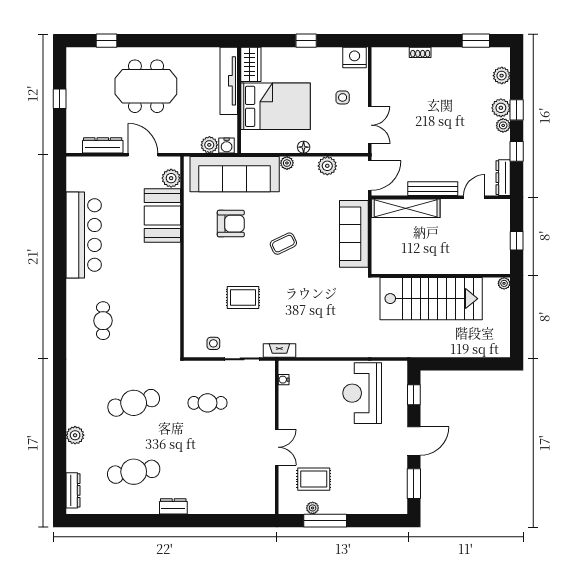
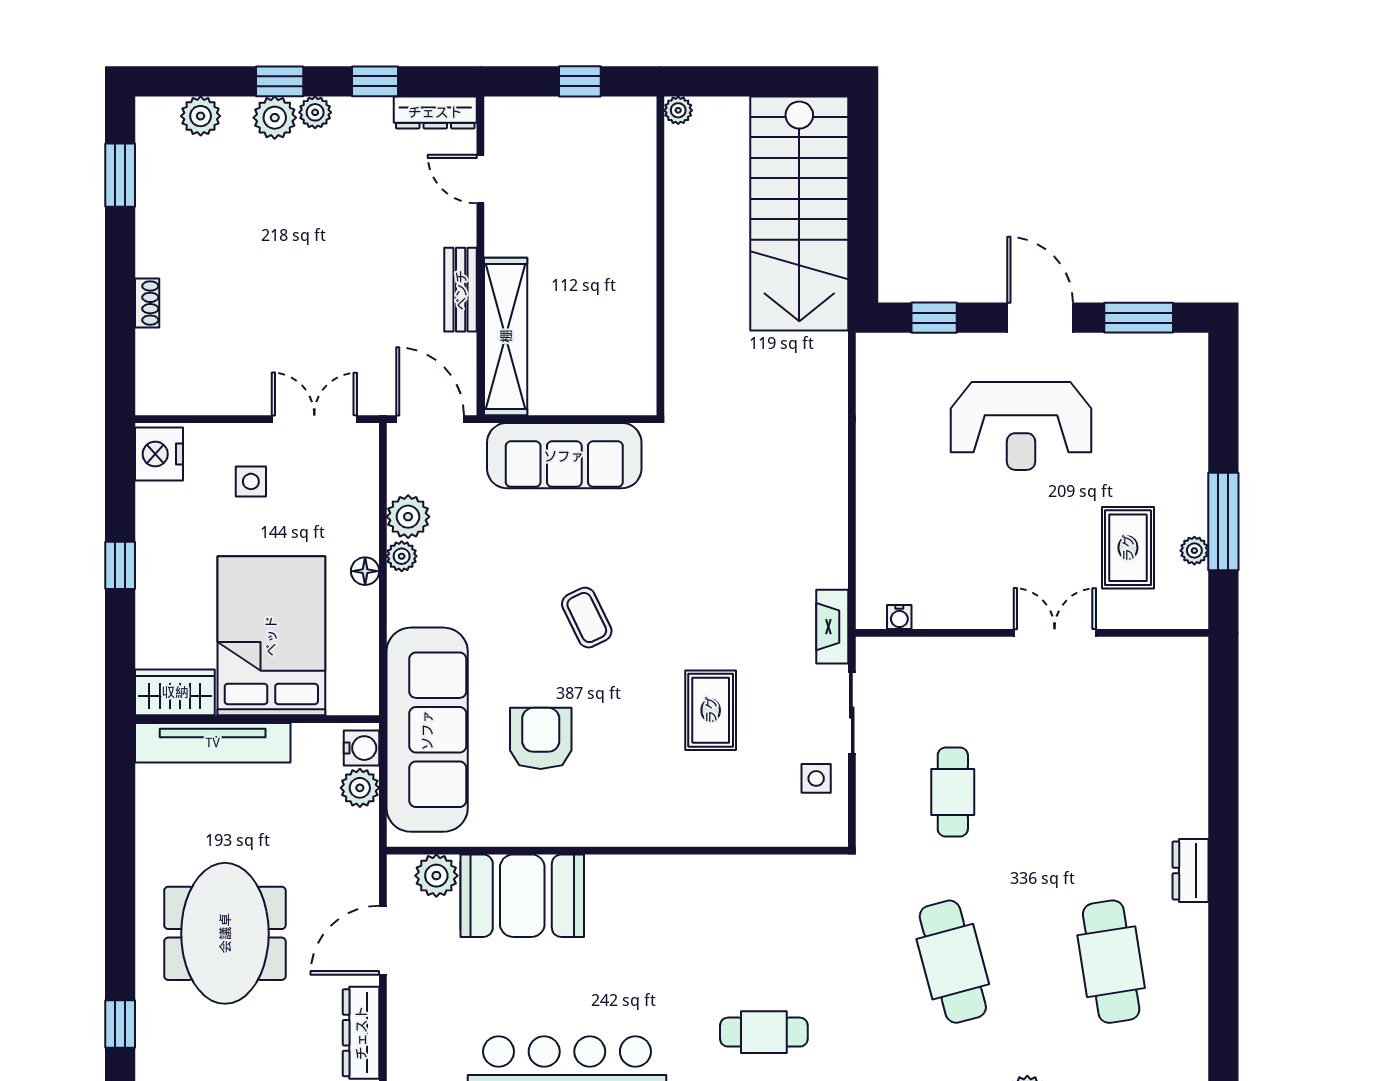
plant: (287, 163) -> (402, 556), moved
bench: (433, 189) -> (461, 290), width x0.73
stairs: (431, 299) -> (799, 214), moved, turned 180
reception desk: (362, 393) -> (1021, 426), moved

